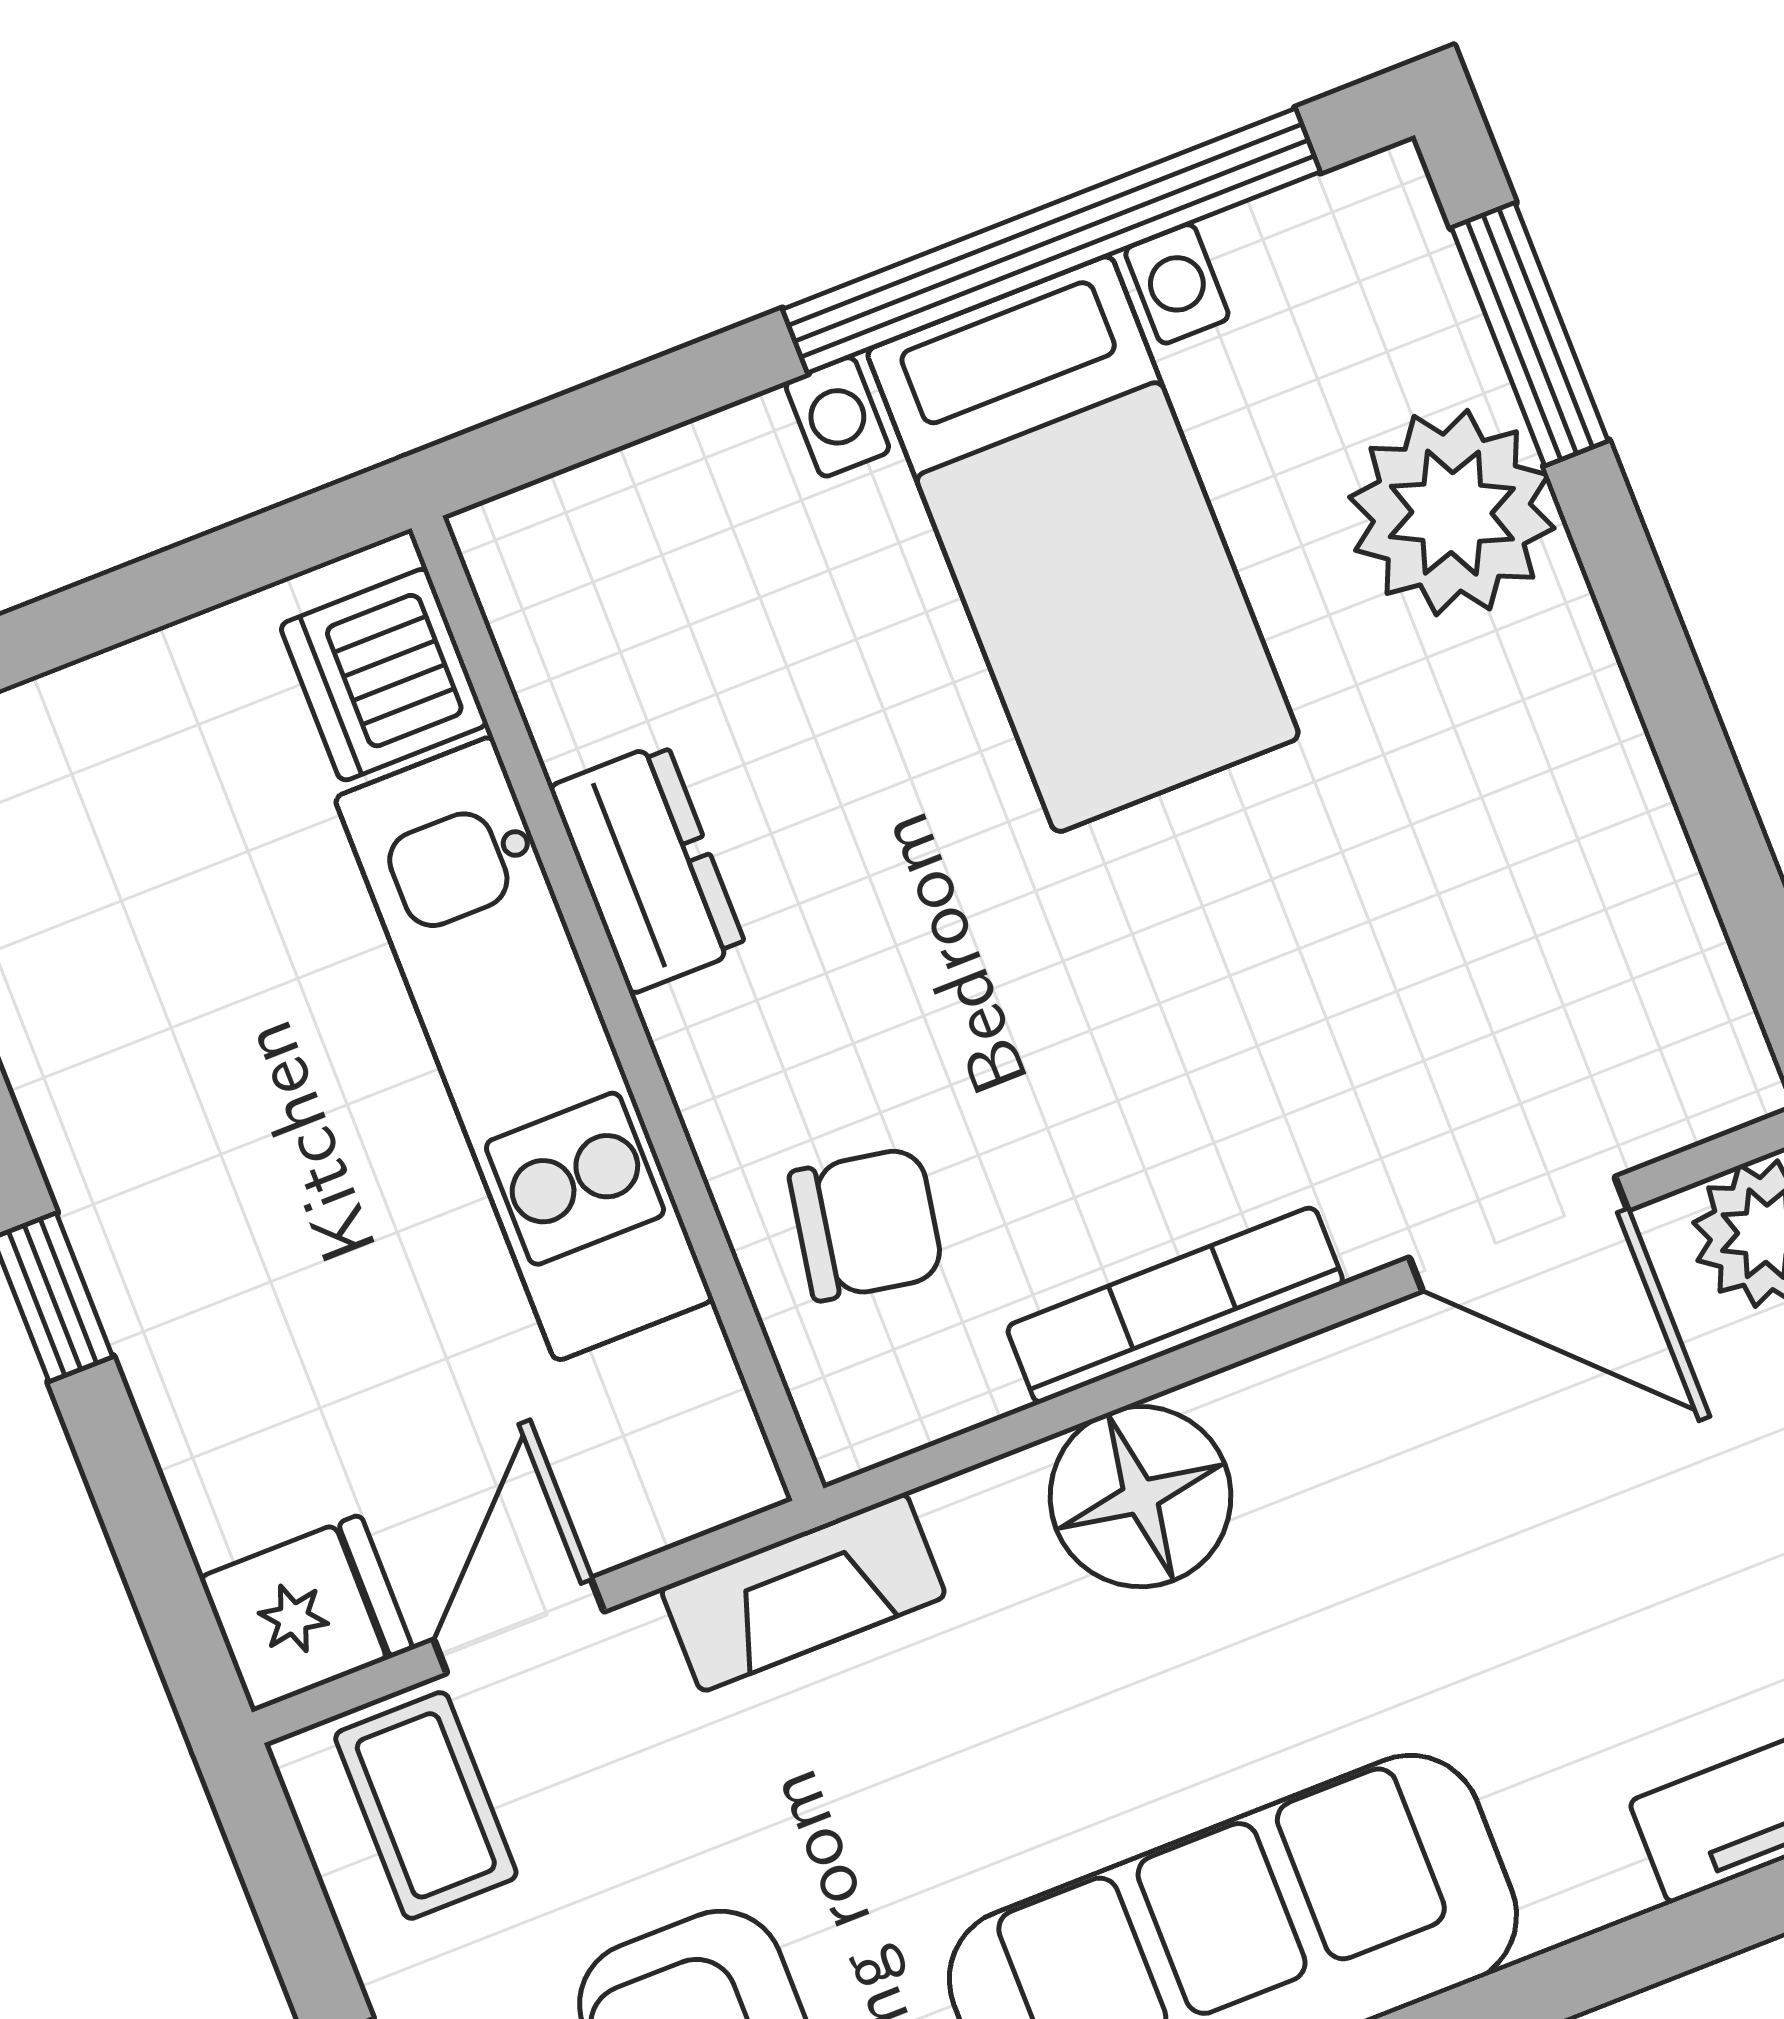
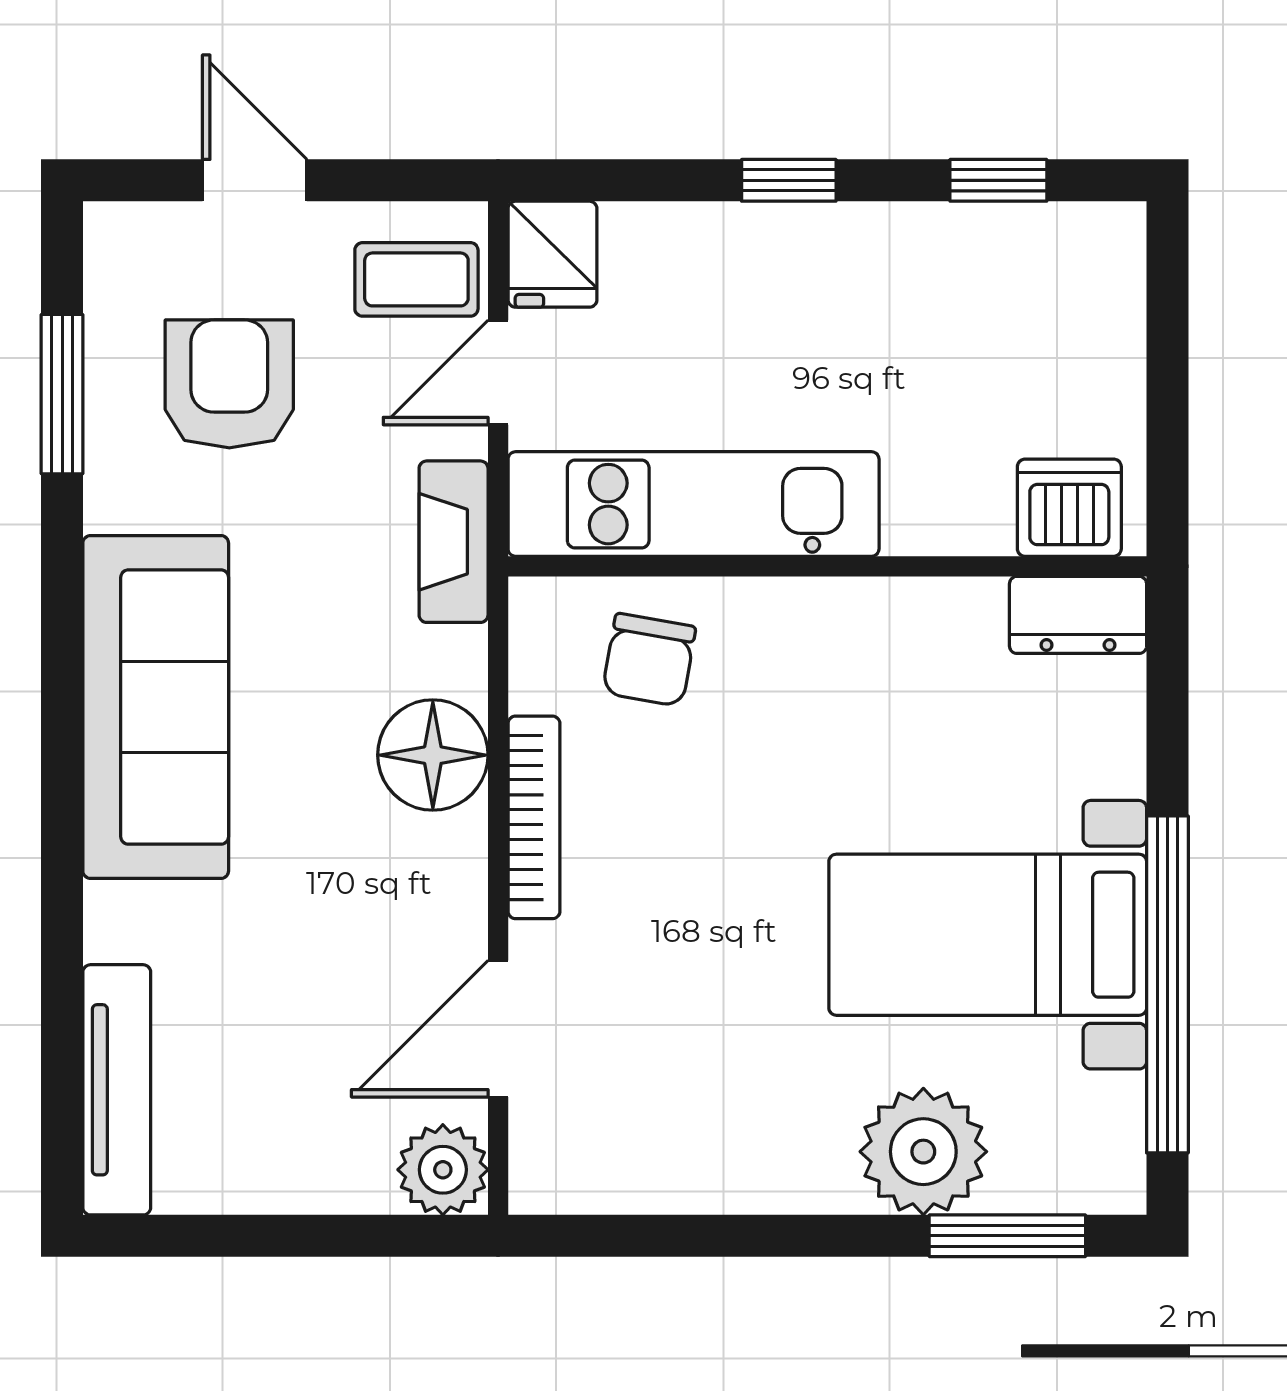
dresser: (648, 868) -> (1078, 615), moved
kitchen unit: (524, 1049) -> (694, 504), moved
door: (519, 1626) -> (498, 372), swing flipped

